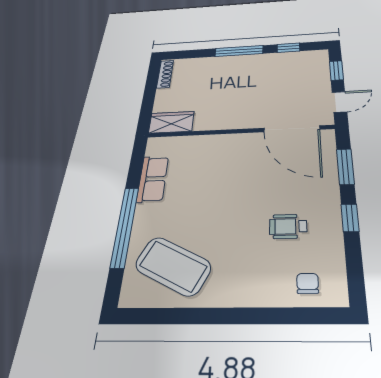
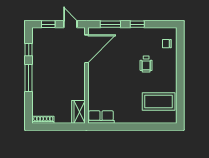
row of seats: (153, 179) -> (101, 117), moved
window: (125, 226) -> (139, 127), removed
wheelchair: (288, 226) -> (146, 64), moved
coffee table: (173, 266) -> (159, 101), turned 63

